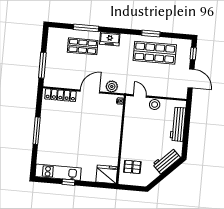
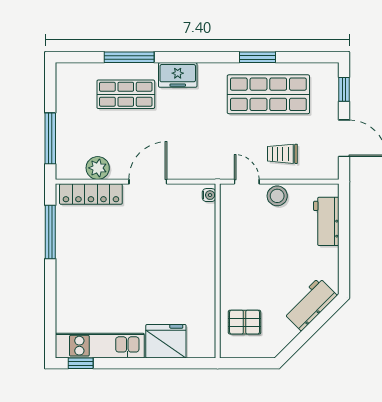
trolley: (159, 83) -> (282, 154), added
plant: (112, 86) -> (98, 168), moved
workbench: (178, 124) -> (326, 221), width x0.73
window: (37, 131) -> (50, 232), moved
fridge: (107, 174) -> (166, 341), moved
window: (68, 182) -> (81, 363), moved

